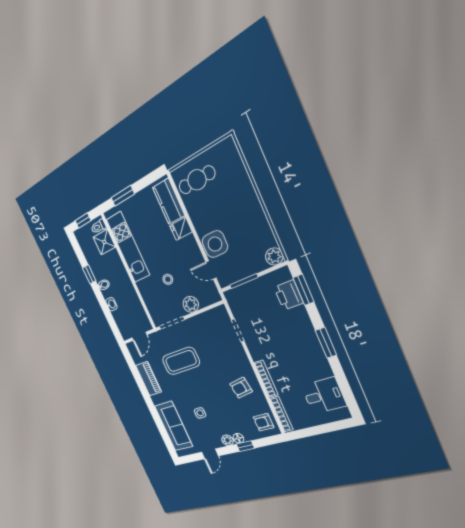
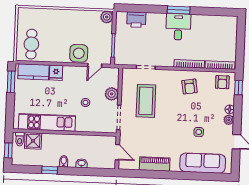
window: (123, 196) -> (11, 82), moved
window: (303, 290) -> (137, 8), removed
coffee table: (181, 361) -> (146, 101), moved
desk: (324, 396) -> (178, 27), moved
window: (245, 446) -> (239, 88), moved

